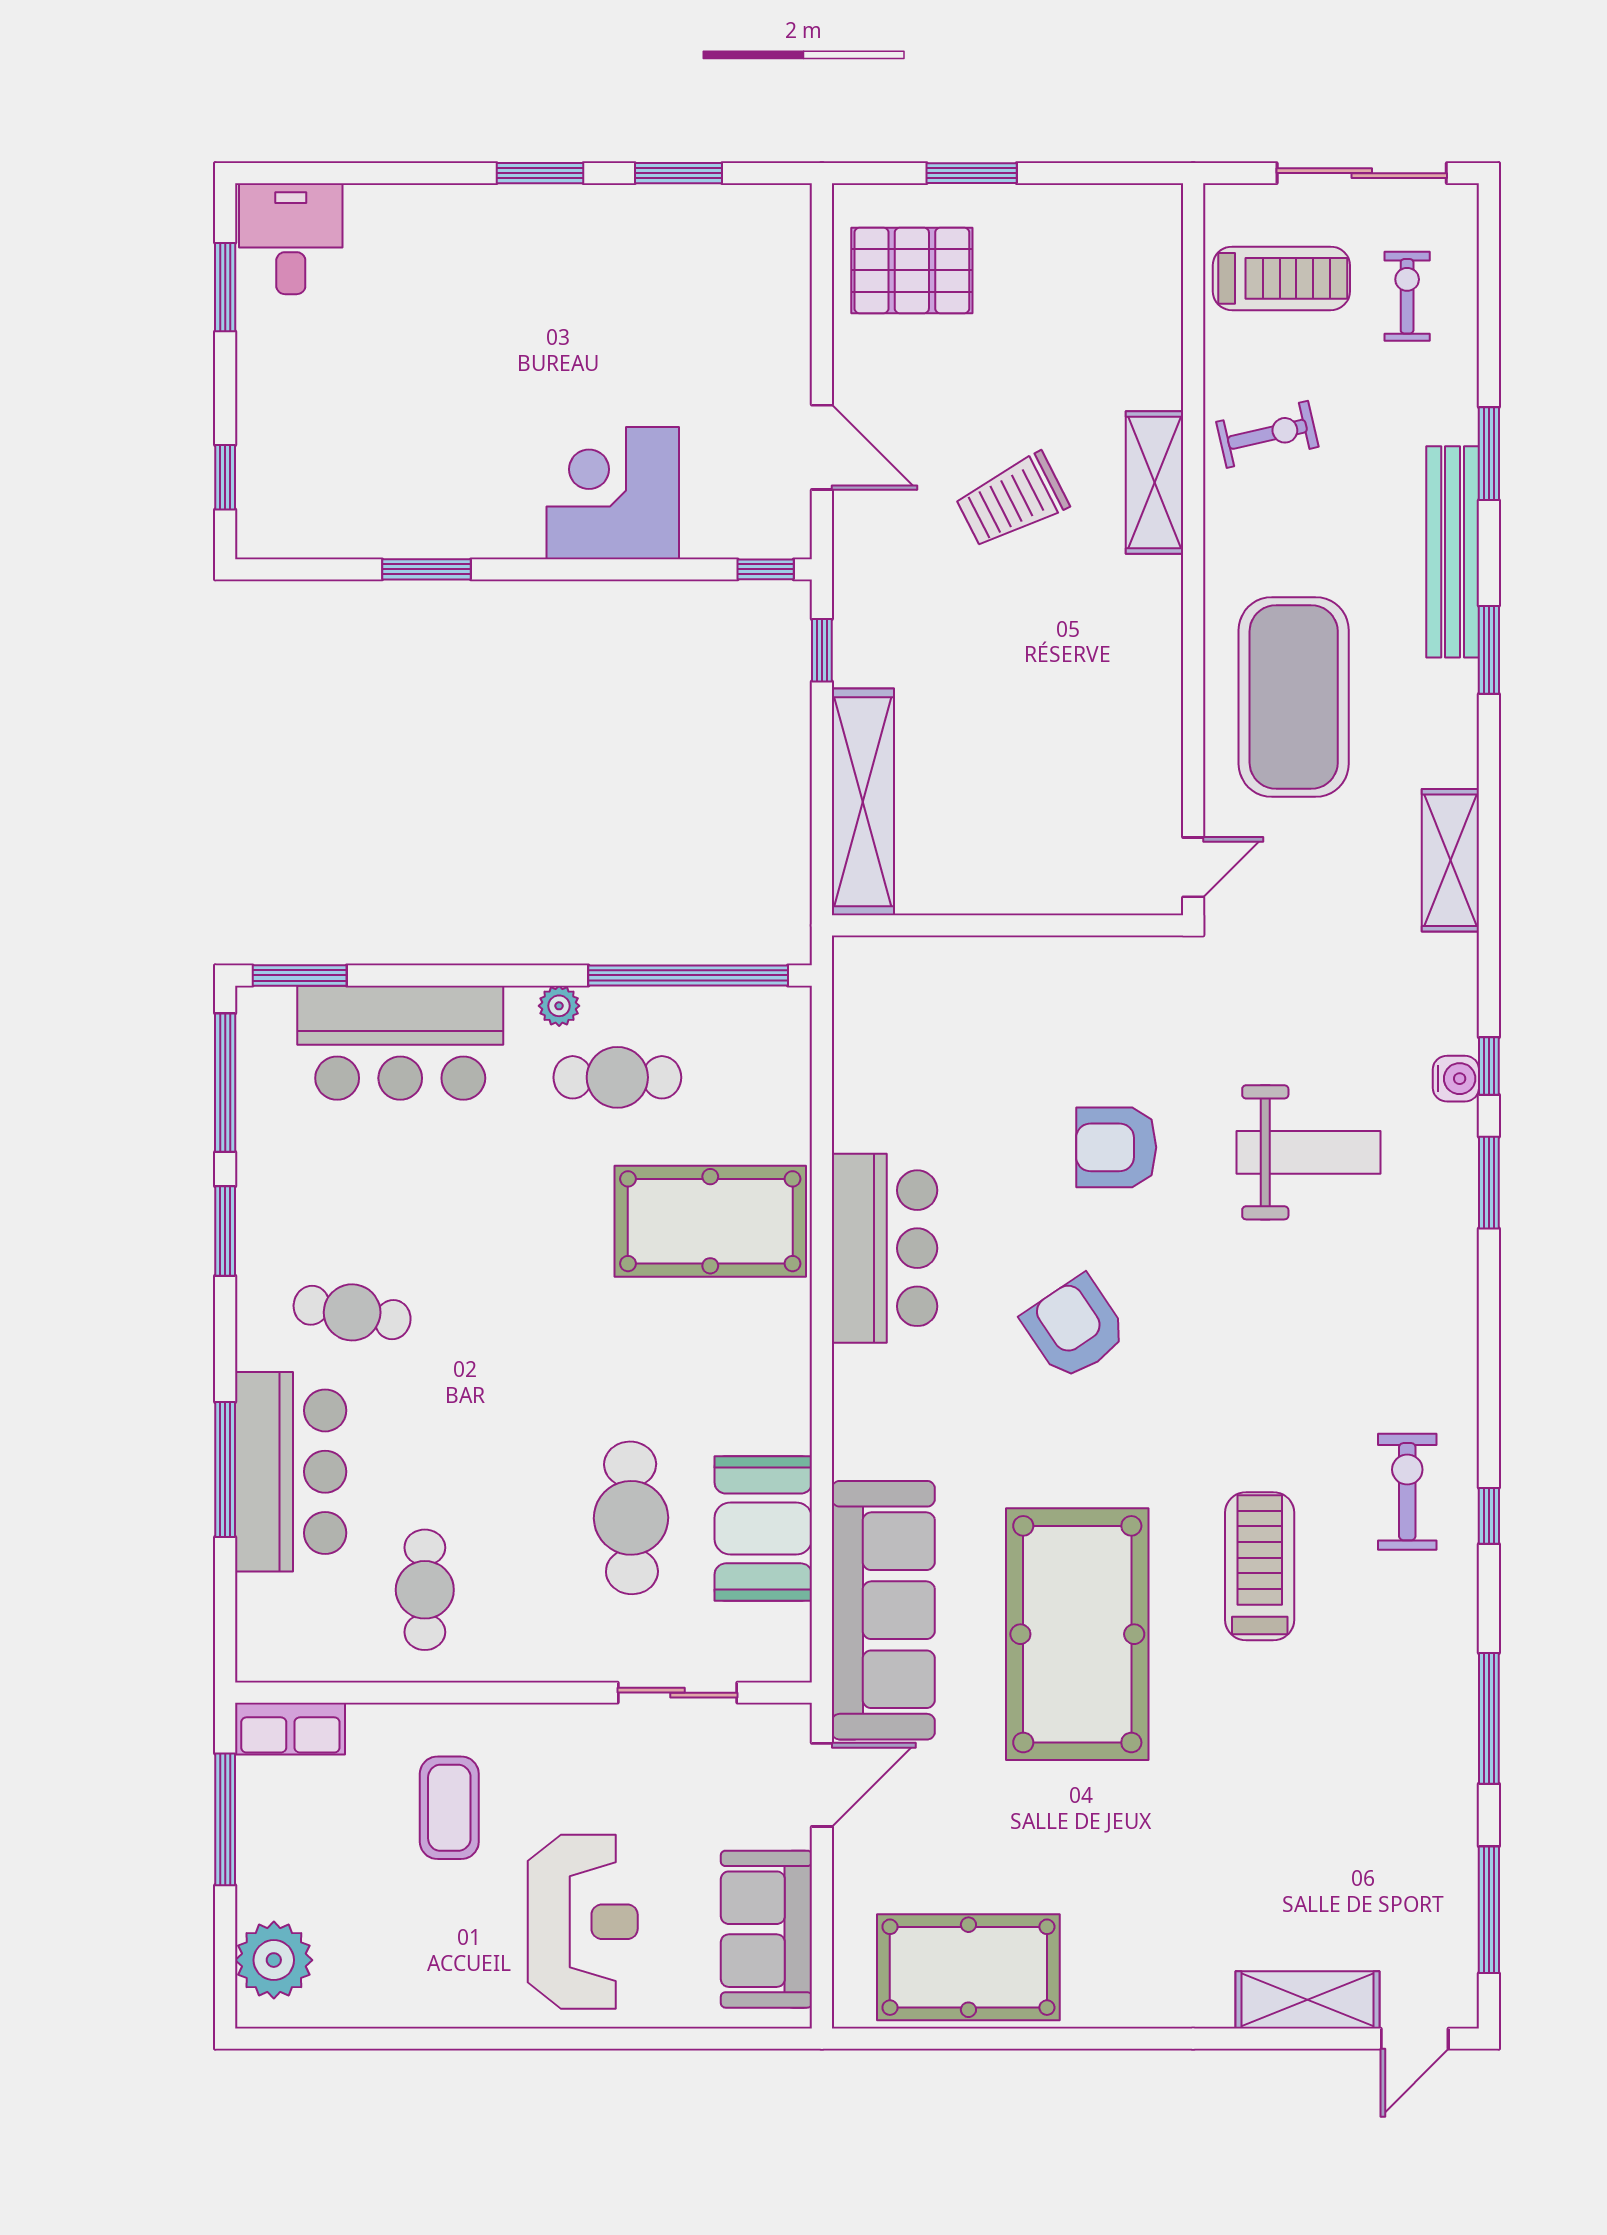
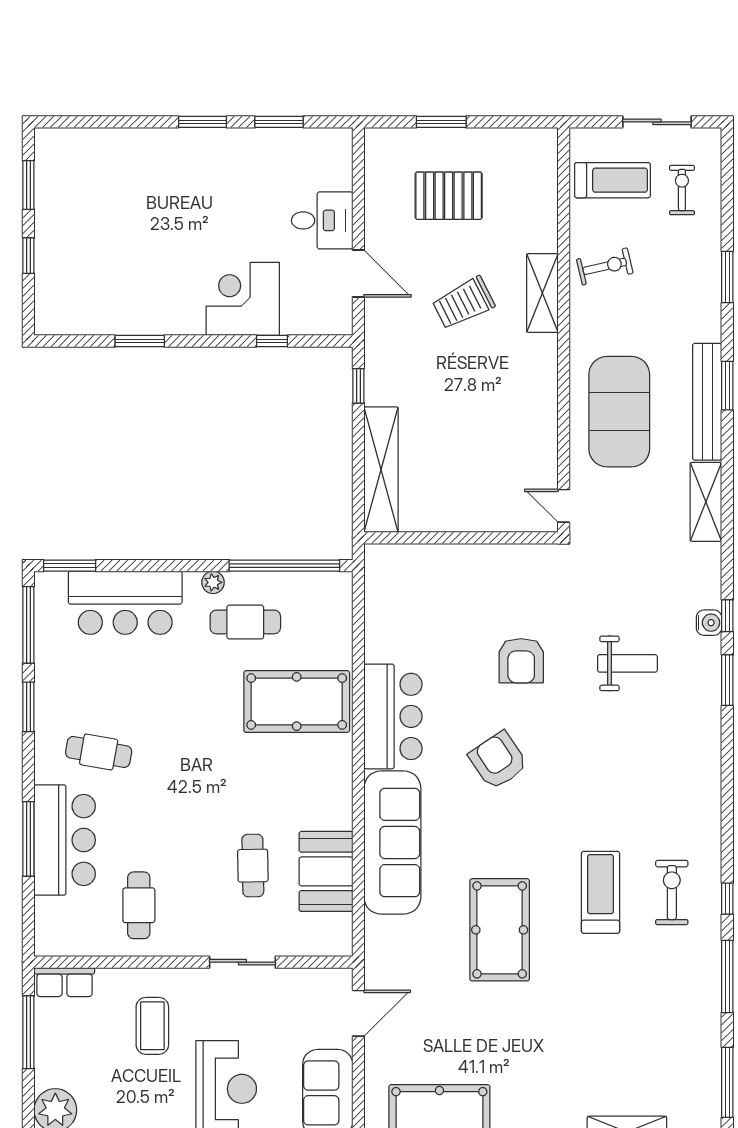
sliding door: (1362, 173) -> (657, 122), width x0.73
desk: (291, 239) -> (322, 220), moved, turned 90
pallet: (912, 270) -> (449, 196), moved
window: (225, 477) -> (28, 256), moved
bench: (1453, 552) -> (707, 402), moved
window: (766, 569) -> (272, 341), moved
door: (1193, 867) -> (564, 506), swing flipped
armchair: (1116, 1147) -> (521, 661), turned -90
weight bench: (1308, 1152) -> (627, 663), width x0.73, depth x0.75
exercise bike: (1407, 1492) -> (672, 893), moved
window: (1489, 1516) -> (727, 899), moved
cafe table: (631, 1518) -> (253, 866), width x0.73, depth x0.74
sofa: (883, 1610) -> (392, 843), moved
pool table: (1077, 1634) -> (500, 930), width x0.73, depth x0.76
sliding door: (677, 1693) -> (242, 962), moved

